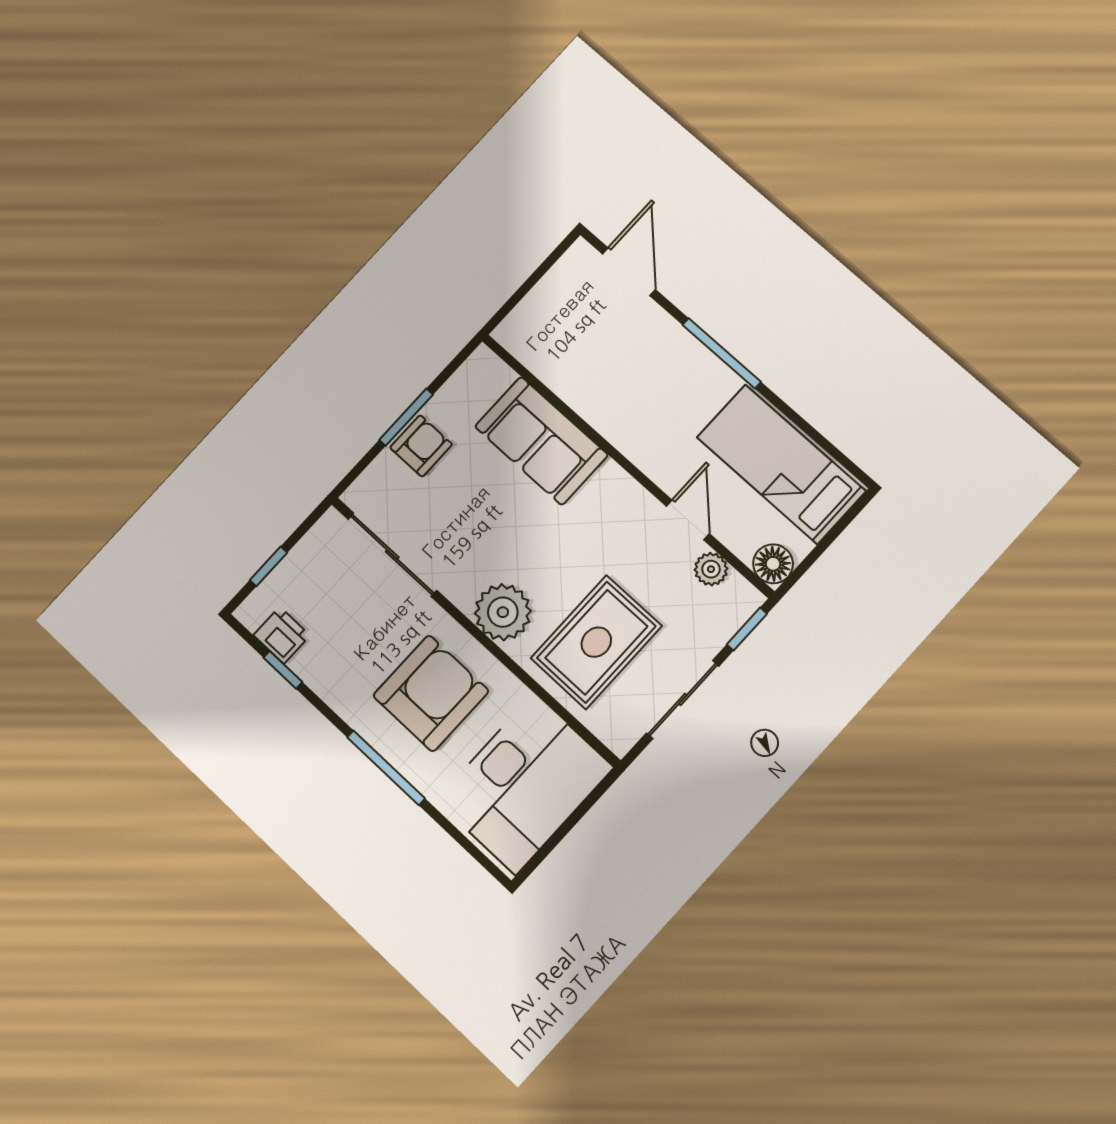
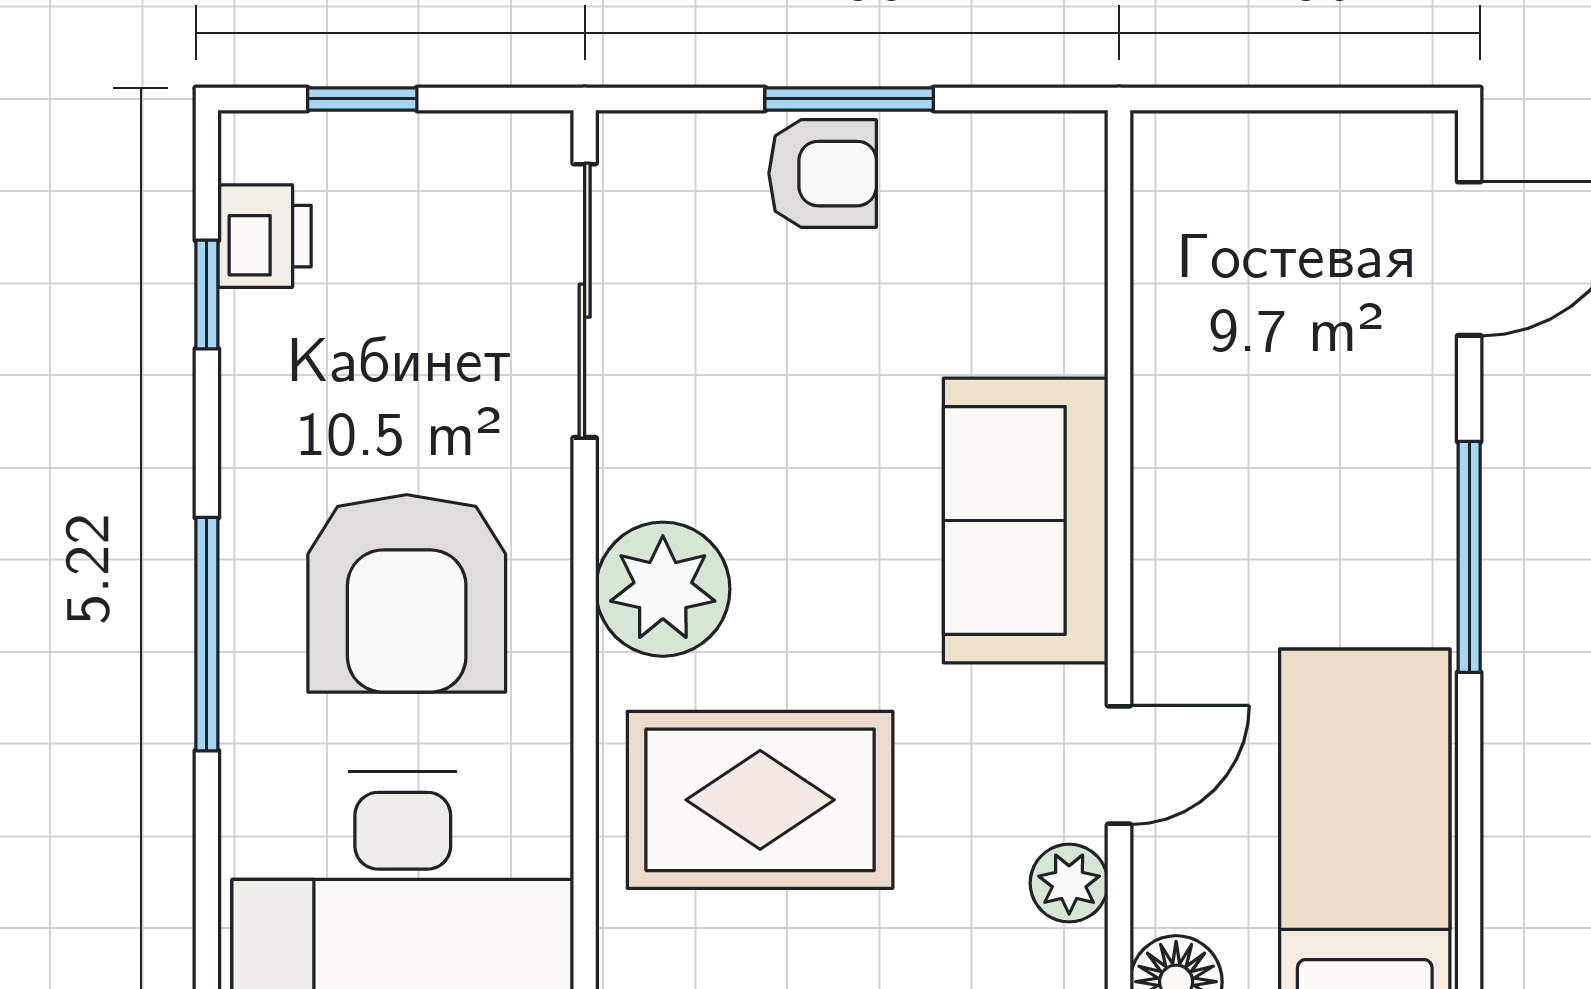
sofa: (541, 441) -> (1026, 521), moved
armchair: (431, 693) -> (407, 593), turned 90

